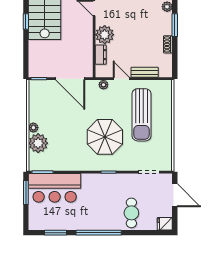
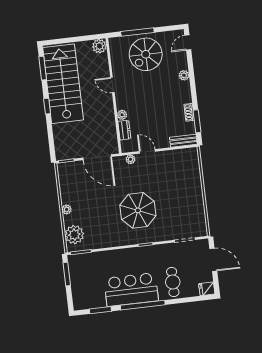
window: (175, 25) -> (197, 121), moved
plant: (105, 35) -> (122, 115), width x0.53, depth x0.53
bench: (145, 72) -> (183, 141), moved
sun lounger: (142, 115) -> (171, 185), removed
plant: (38, 143) -> (74, 235), moved
bar counter: (55, 188) -> (131, 289), moved, turned 180

